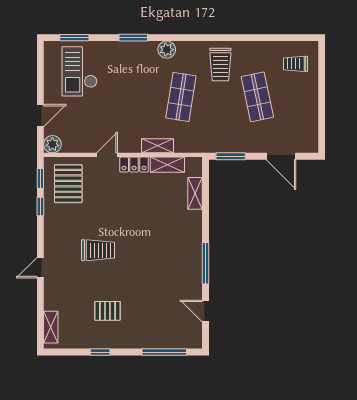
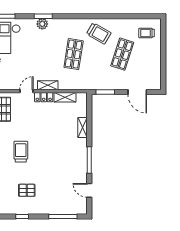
plant: (167, 50) -> (42, 24), moved
trolley: (220, 64) -> (99, 33), turned -60
shop shelf: (257, 97) -> (122, 54), turned 30
shelving: (157, 146) -> (48, 85), moved
shelving: (195, 193) -> (83, 128), moved
trolley: (98, 250) -> (21, 152), turned -90

